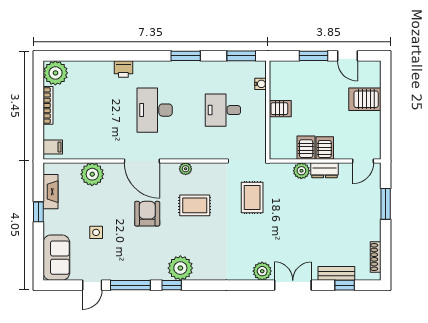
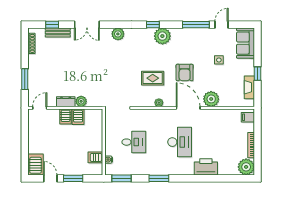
printer: (123, 69) -> (206, 167), width x1.87, depth x1.48
server rack: (365, 99) -> (36, 164), moved, turned -90
server rack: (280, 109) -> (95, 157), moved
plant: (92, 174) -> (211, 99), moved
rug: (252, 197) -> (114, 83), removed
plant: (262, 271) -> (118, 34), moved
window: (172, 285) -> (153, 25), moved

